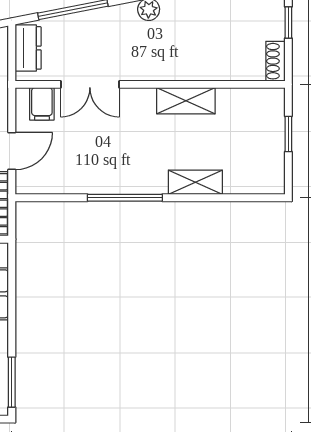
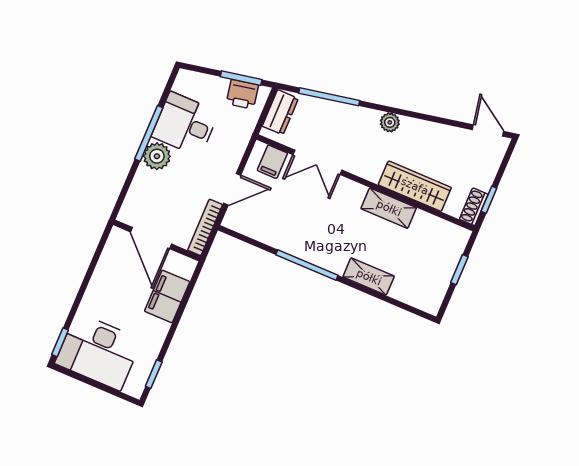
window: (288, 23) -> (489, 200), moved
wardrobe: (204, 66) -> (415, 186), added
window: (12, 382) -> (154, 374), width x0.67

